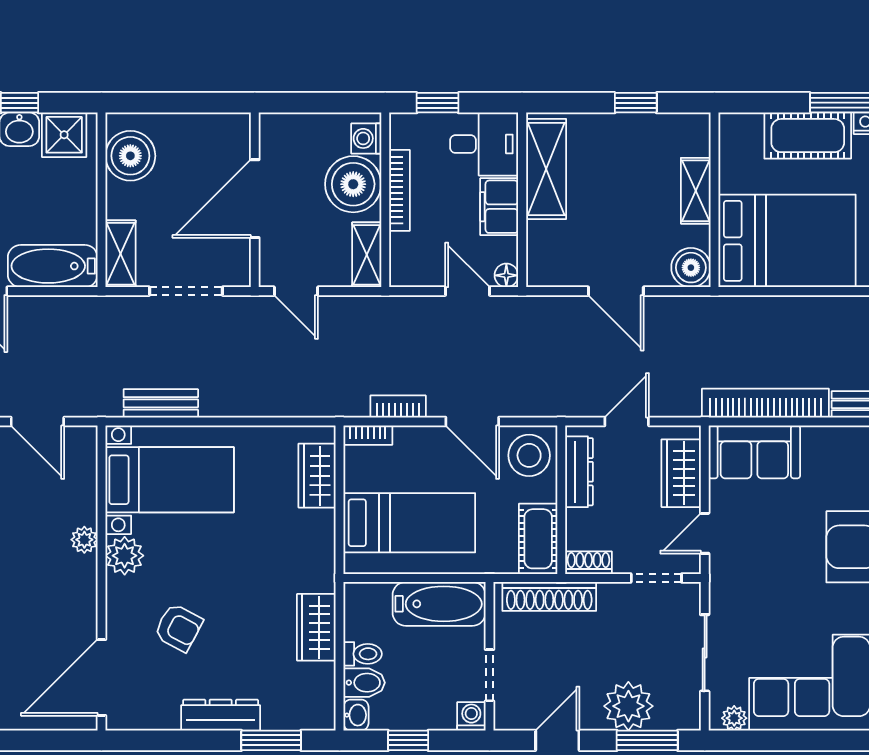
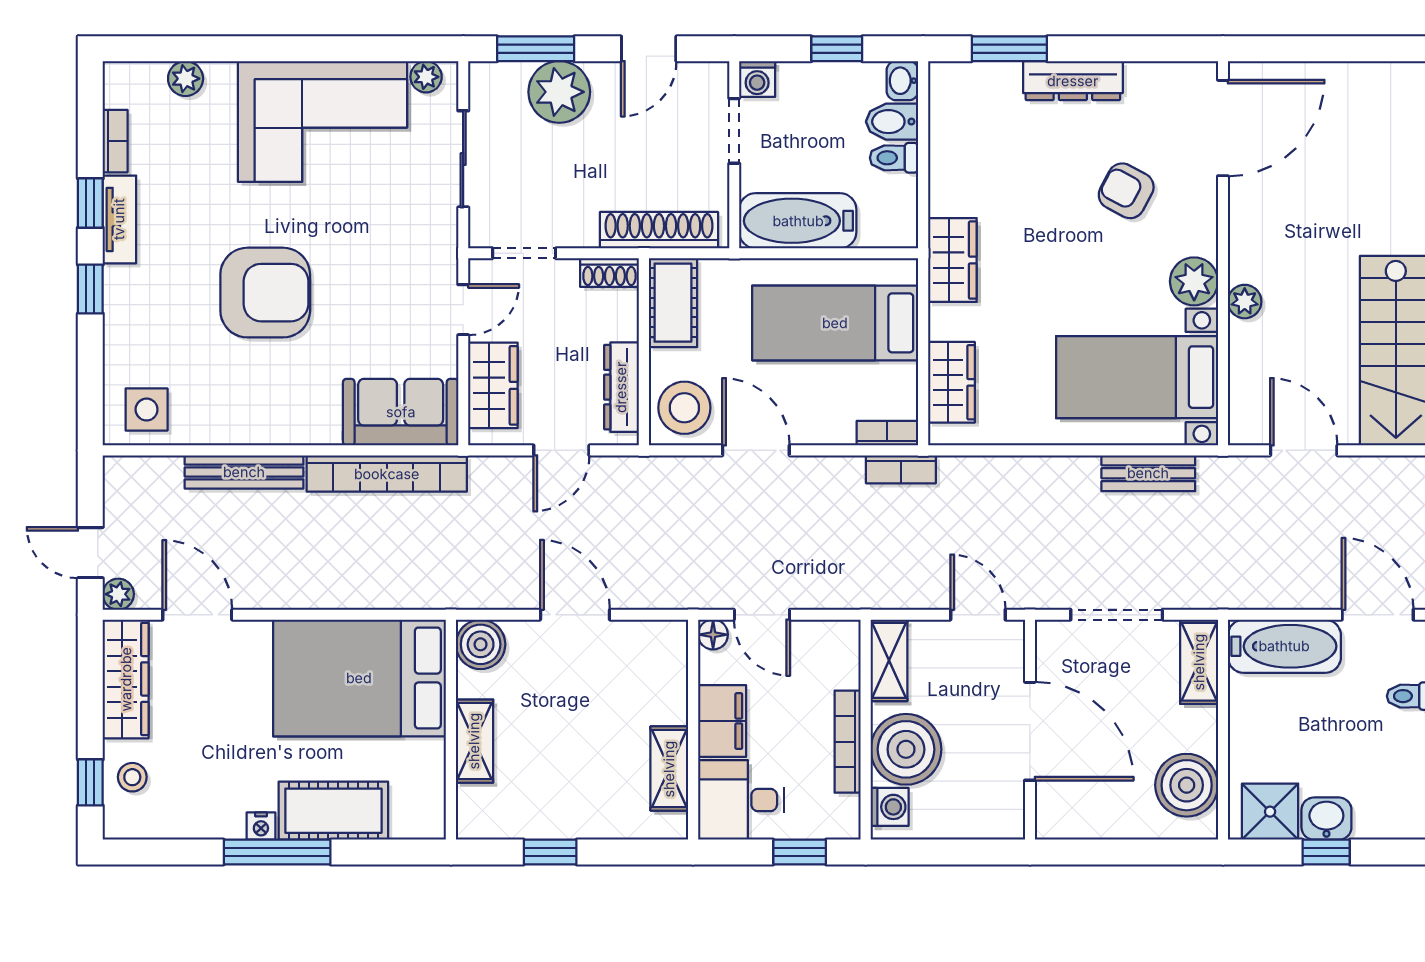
shelving: (546, 169) -> (669, 769), width x0.67, depth x0.75
door: (255, 199) -> (1030, 731), hinge flipped
bookcase: (398, 407) -> (901, 469), moved
wardrobe: (316, 627) -> (952, 260), moved

